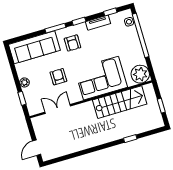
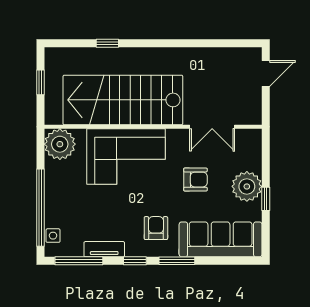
window: (110, 12) -> (79, 261), width x2.17
armchair: (58, 77) -> (195, 180), turned -90
plant: (25, 82) -> (247, 186), width x1.88, depth x1.88
window: (22, 98) -> (266, 199), moved
stairs: (120, 102) -> (123, 100), width x1.36, depth x1.51

